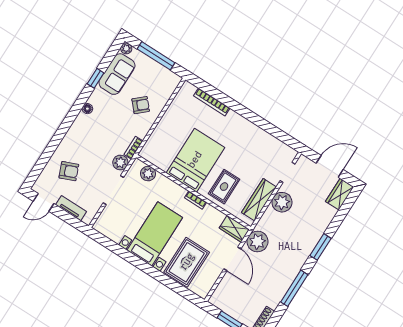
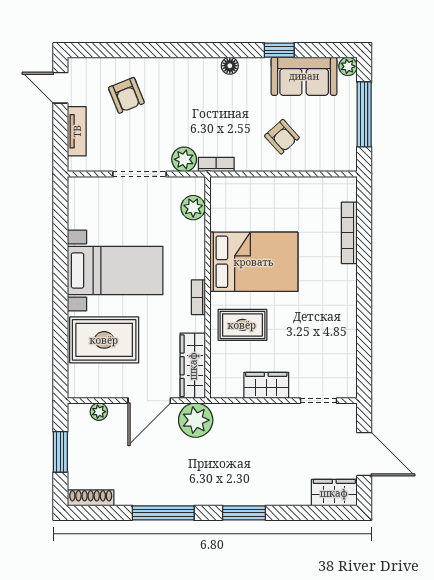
wardrobe: (259, 200) -> (266, 385), width x0.67
plant: (282, 202) -> (99, 412), moved, width x0.53, depth x0.53
wardrobe: (234, 229) -> (193, 366), width x1.50

